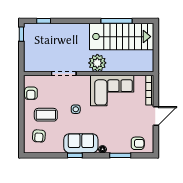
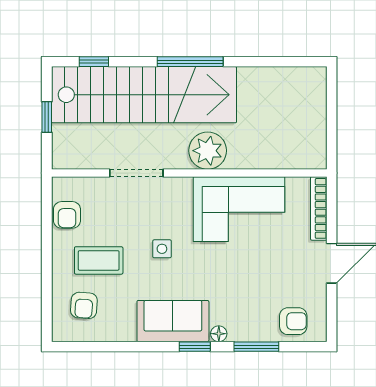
window: (116, 21) -> (190, 62), moved
window: (21, 34) -> (47, 117), moved
stairs: (122, 37) -> (144, 95), moved, width x1.36
window: (75, 155) -> (195, 347), moved

